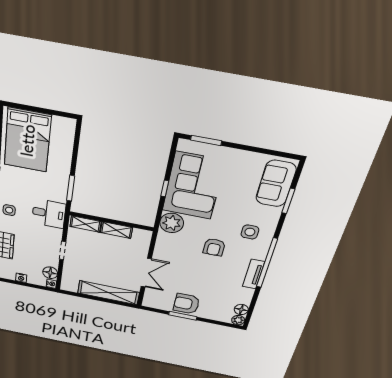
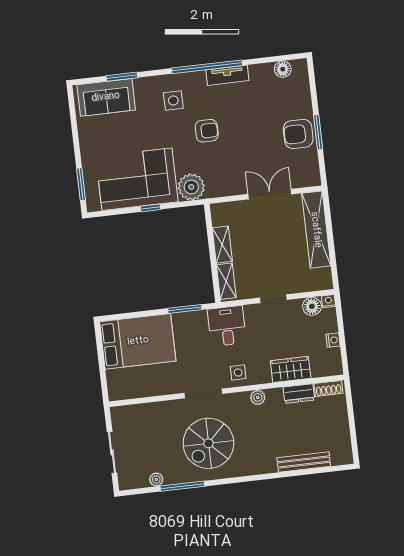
bed: (27, 140) -> (138, 341), moved
armchair: (186, 304) -> (298, 134), turned 90
plant: (238, 320) -> (300, 67), removed

